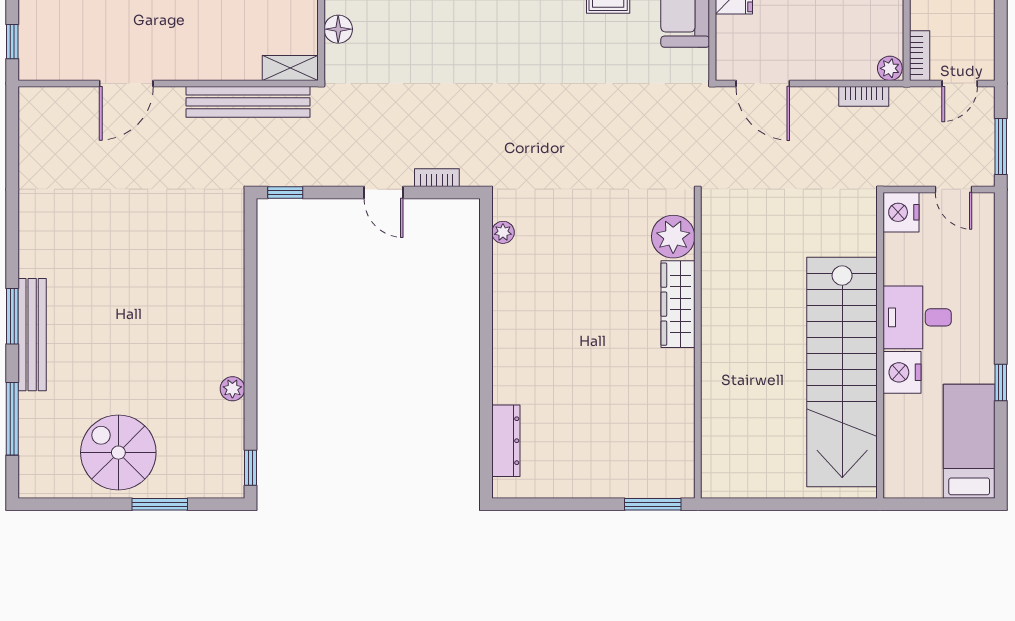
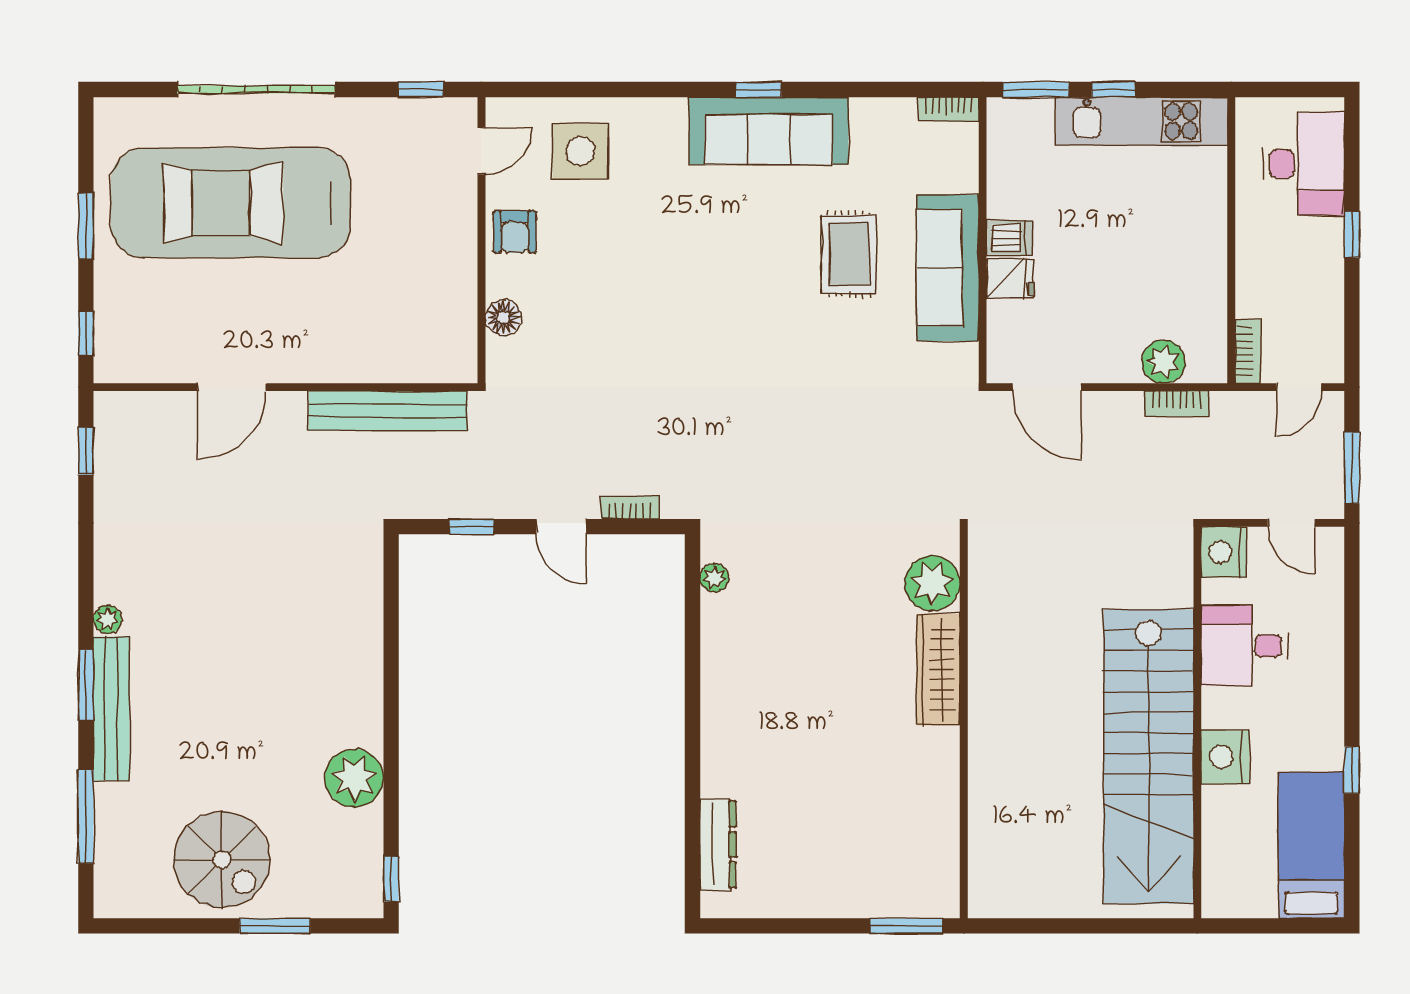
shelving: (290, 68) -> (442, 367), removed
plant: (890, 68) -> (1164, 362), moved, width x1.38, depth x1.38
window: (12, 134) -> (86, 451), added
window: (285, 192) -> (472, 527), moved
plant: (29, 265) -> (108, 619), added
desk: (917, 317) -> (1245, 646), moved
plant: (232, 389) -> (354, 778), width x1.88, depth x1.88
spiral stairs: (118, 453) -> (222, 860), turned 180

